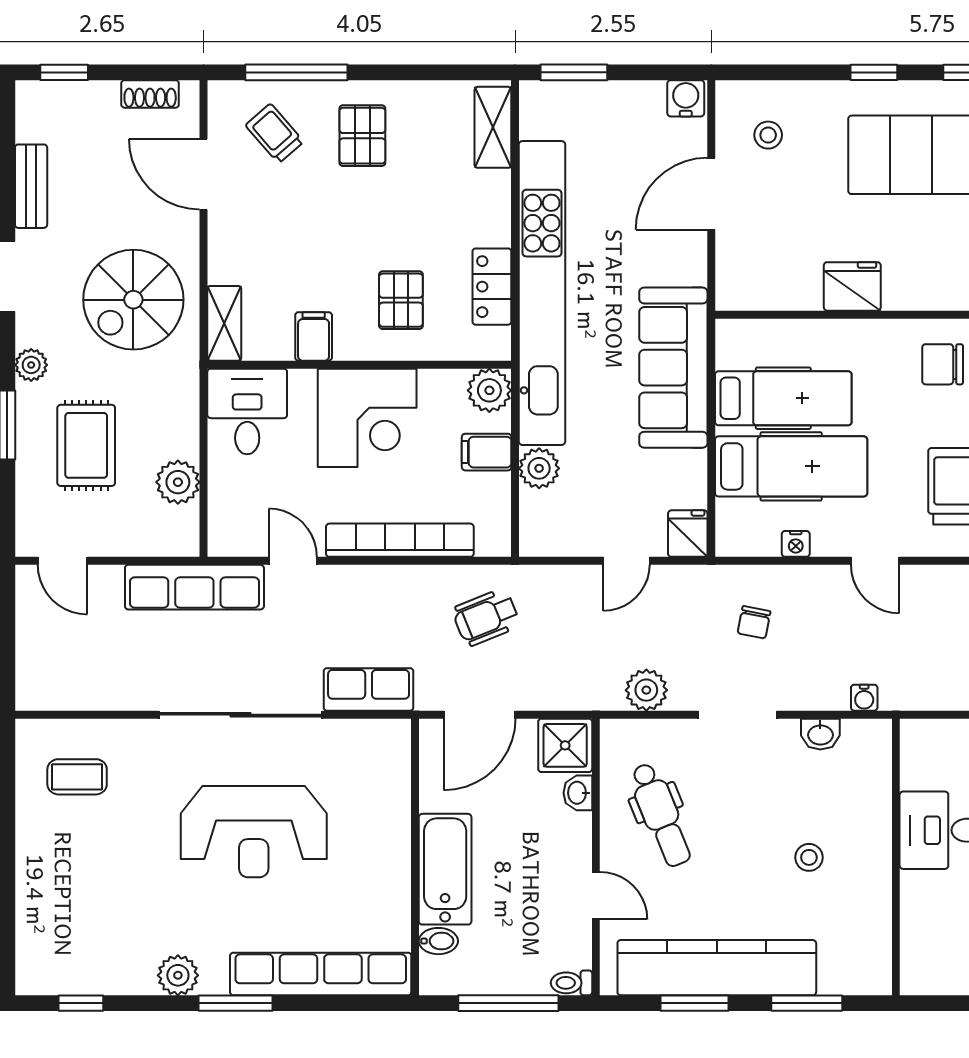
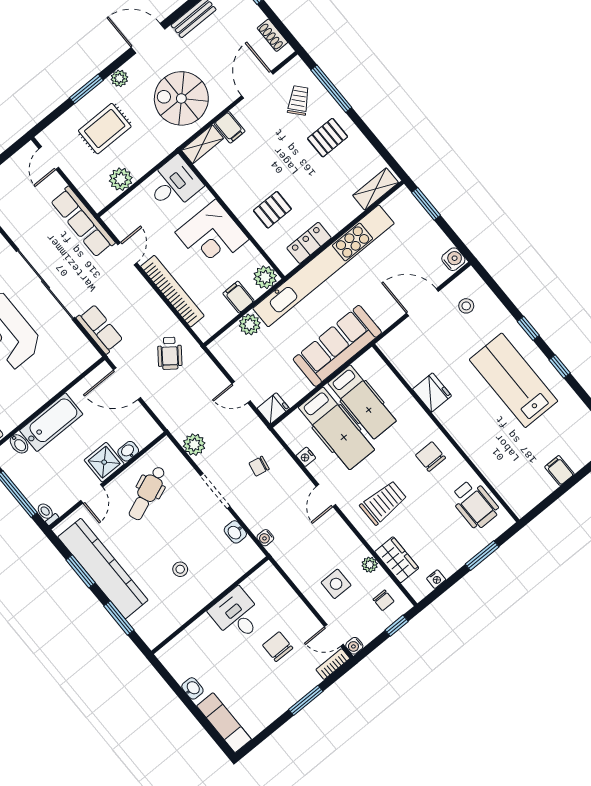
filing cabinet: (314, 336) -> (229, 127), moved, turned 90
wheelchair: (486, 617) -> (170, 353), turned -121
shower: (565, 745) -> (104, 462), moved

